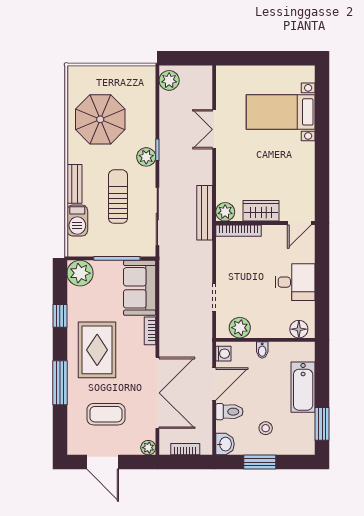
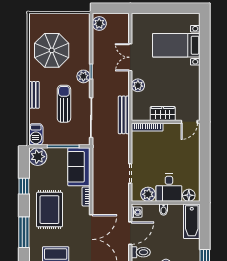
plant: (225, 212) -> (138, 85), moved
barbecue: (77, 220) -> (36, 134), moved
desk: (295, 282) -> (169, 188), moved, turned 90
bathtub: (303, 387) -> (192, 221), moved

